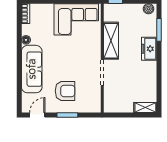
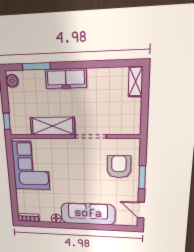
freezer: (149, 49) -> (66, 78), width x1.40
armchair: (65, 91) -> (119, 167), moved

